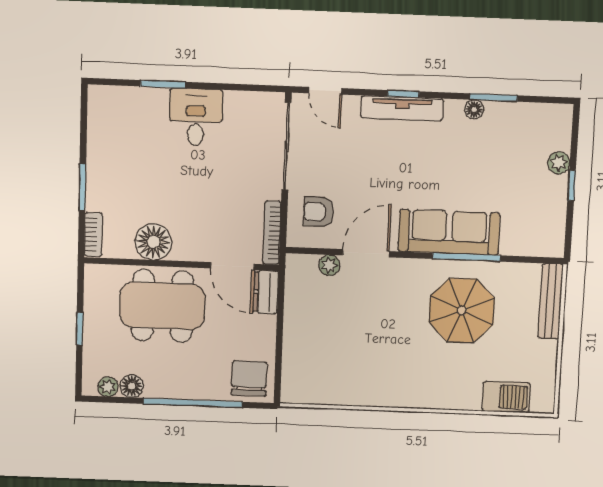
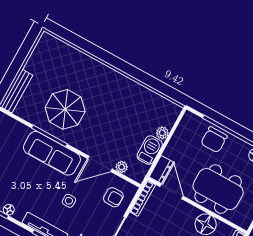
side table: (386, 171) -> (69, 201), added
plant: (293, 349) -> (162, 133), added
chair: (249, 379) -> (214, 140), moved
barbecue: (506, 397) -> (150, 150), moved, turned 90

